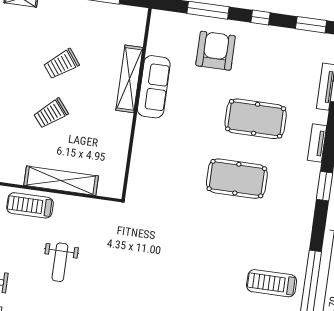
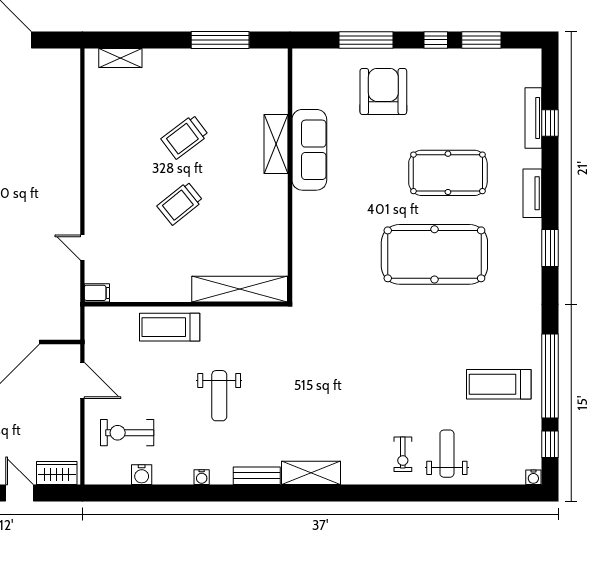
window: (311, 25) -> (481, 40), moved
shelving: (129, 79) -> (276, 144), width x0.68
pool table: (237, 179) -> (434, 254), width x1.36, depth x1.32
shelving: (61, 181) -> (240, 289), moved

